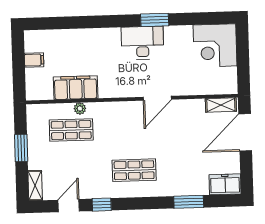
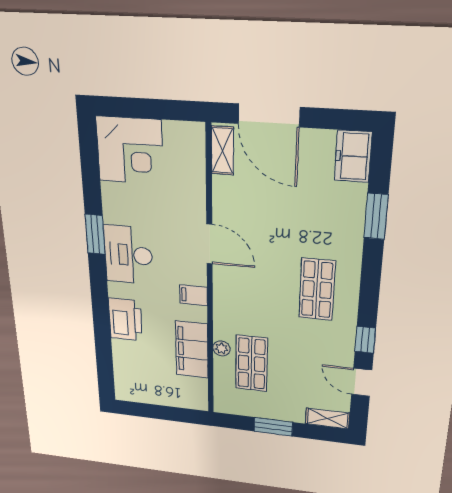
printer: (92, 40) -> (125, 319), added
filing cabinet: (34, 60) -> (193, 295), moved, turned -90

